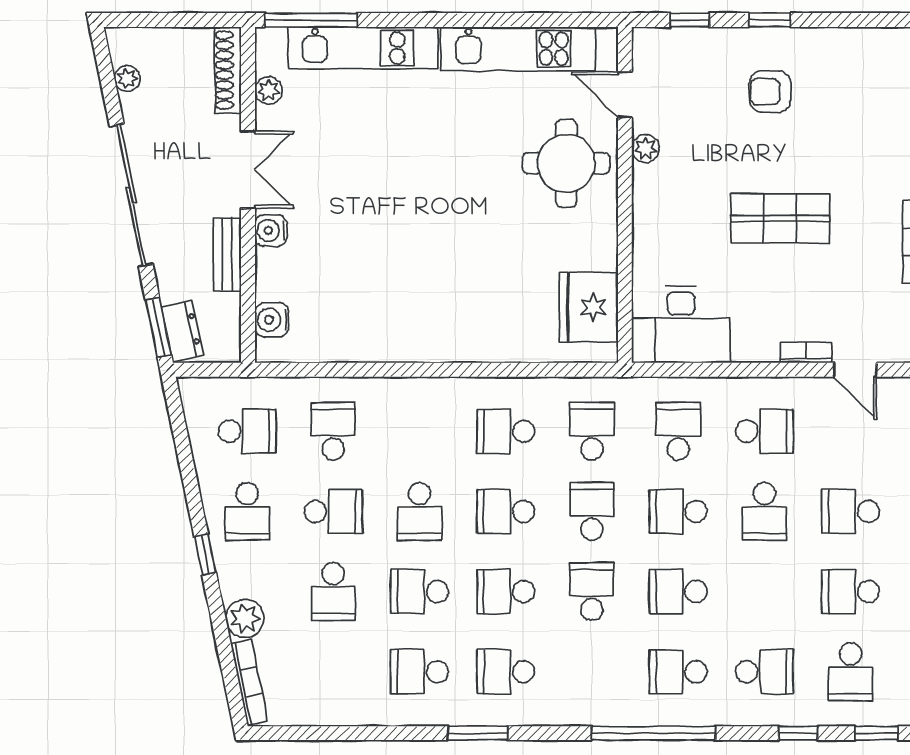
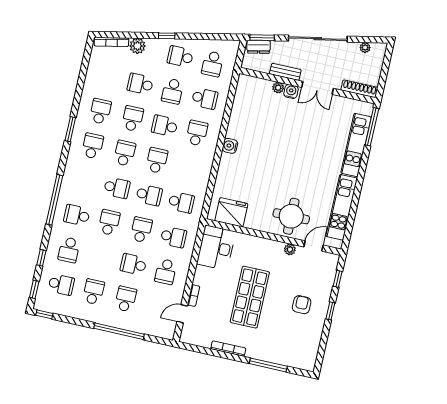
plant: (269, 90) -> (278, 88), moved
shop shelf: (780, 218) -> (250, 297), width x1.43, depth x1.36
water cooler: (272, 320) -> (230, 146), moved, turned -90
school desk: (506, 431) -> (197, 133), moved
school desk: (678, 672) -> (77, 215), turned -90
school desk: (851, 672) -> (61, 284), turned 180

